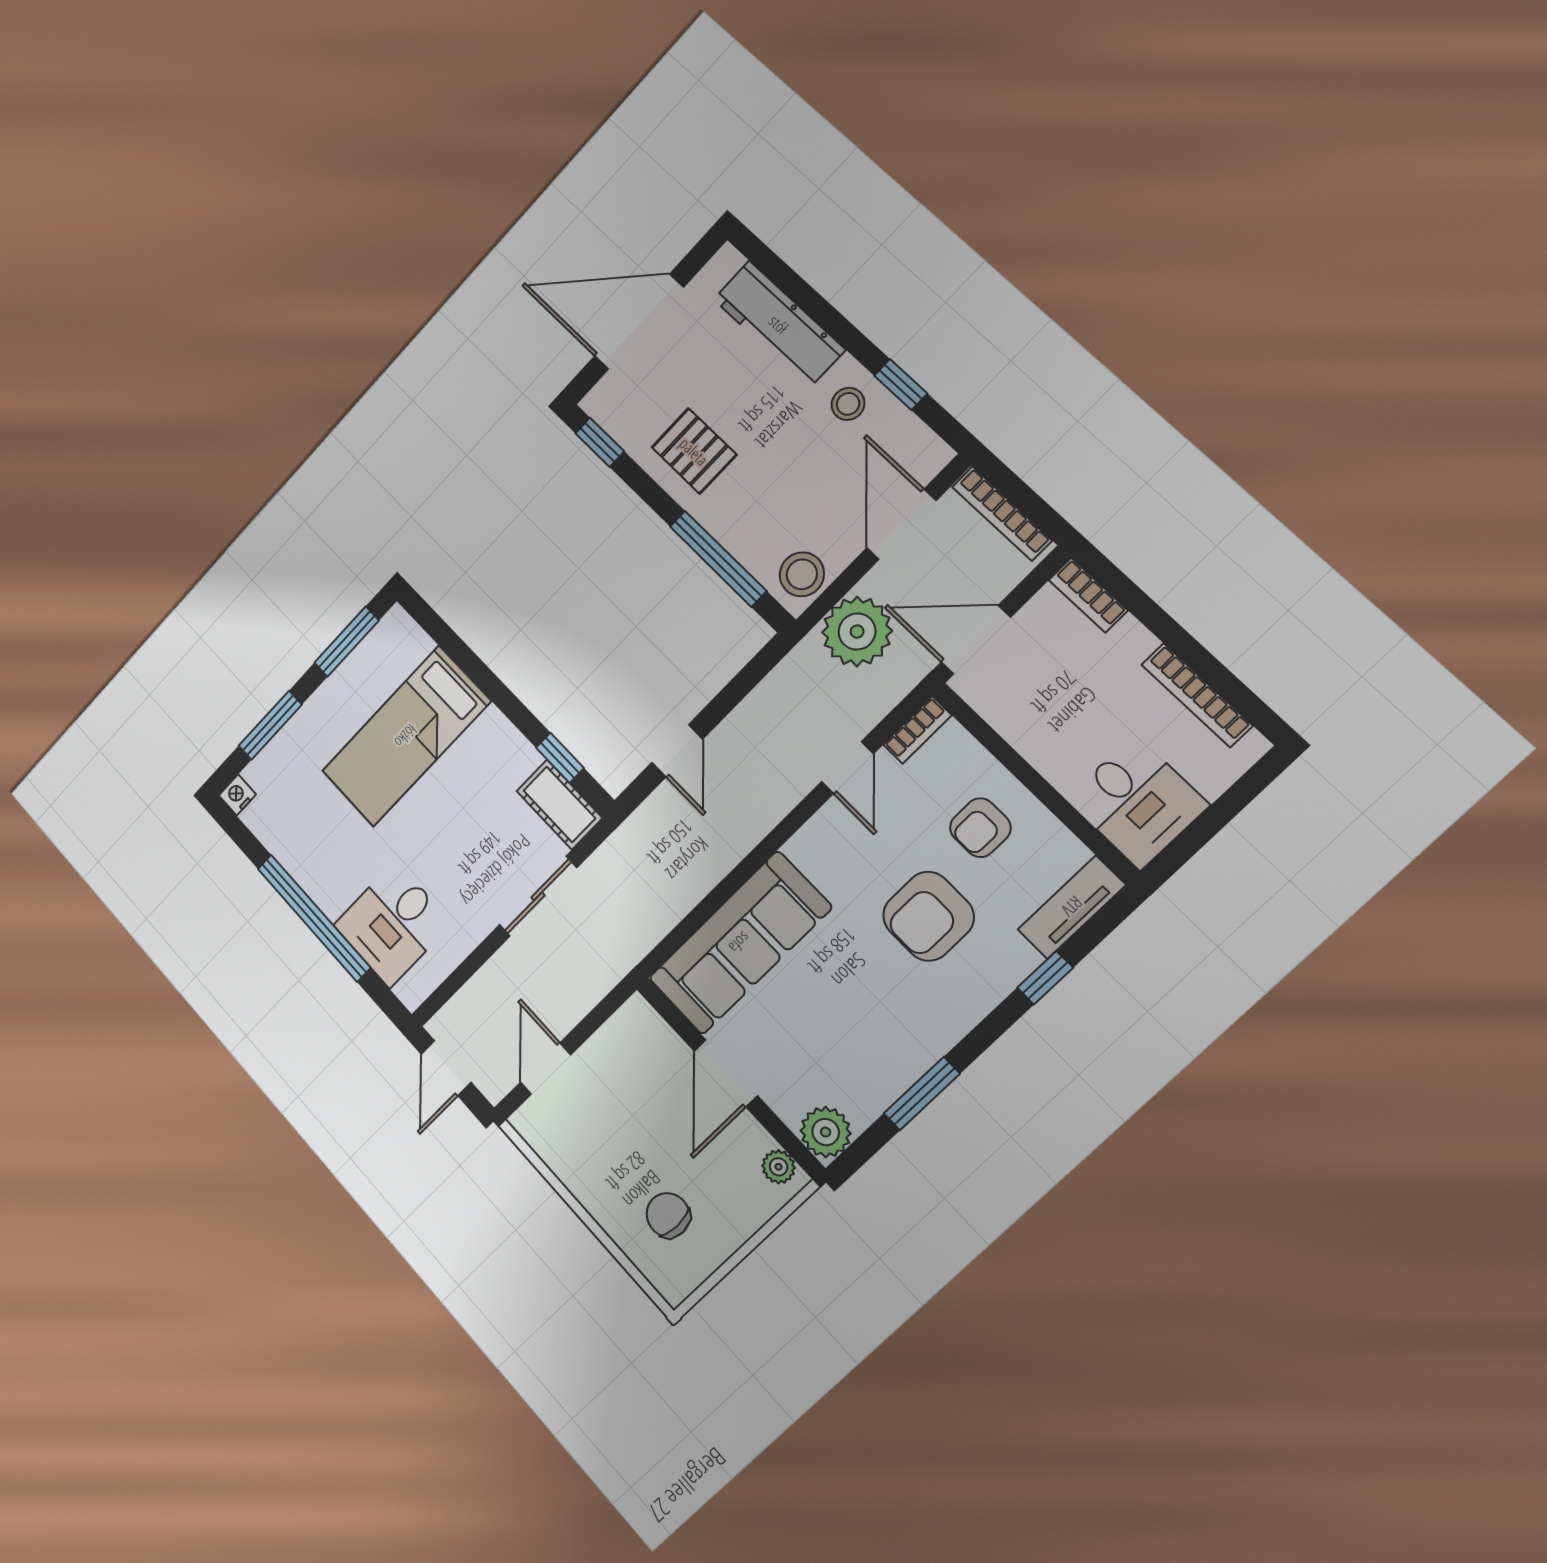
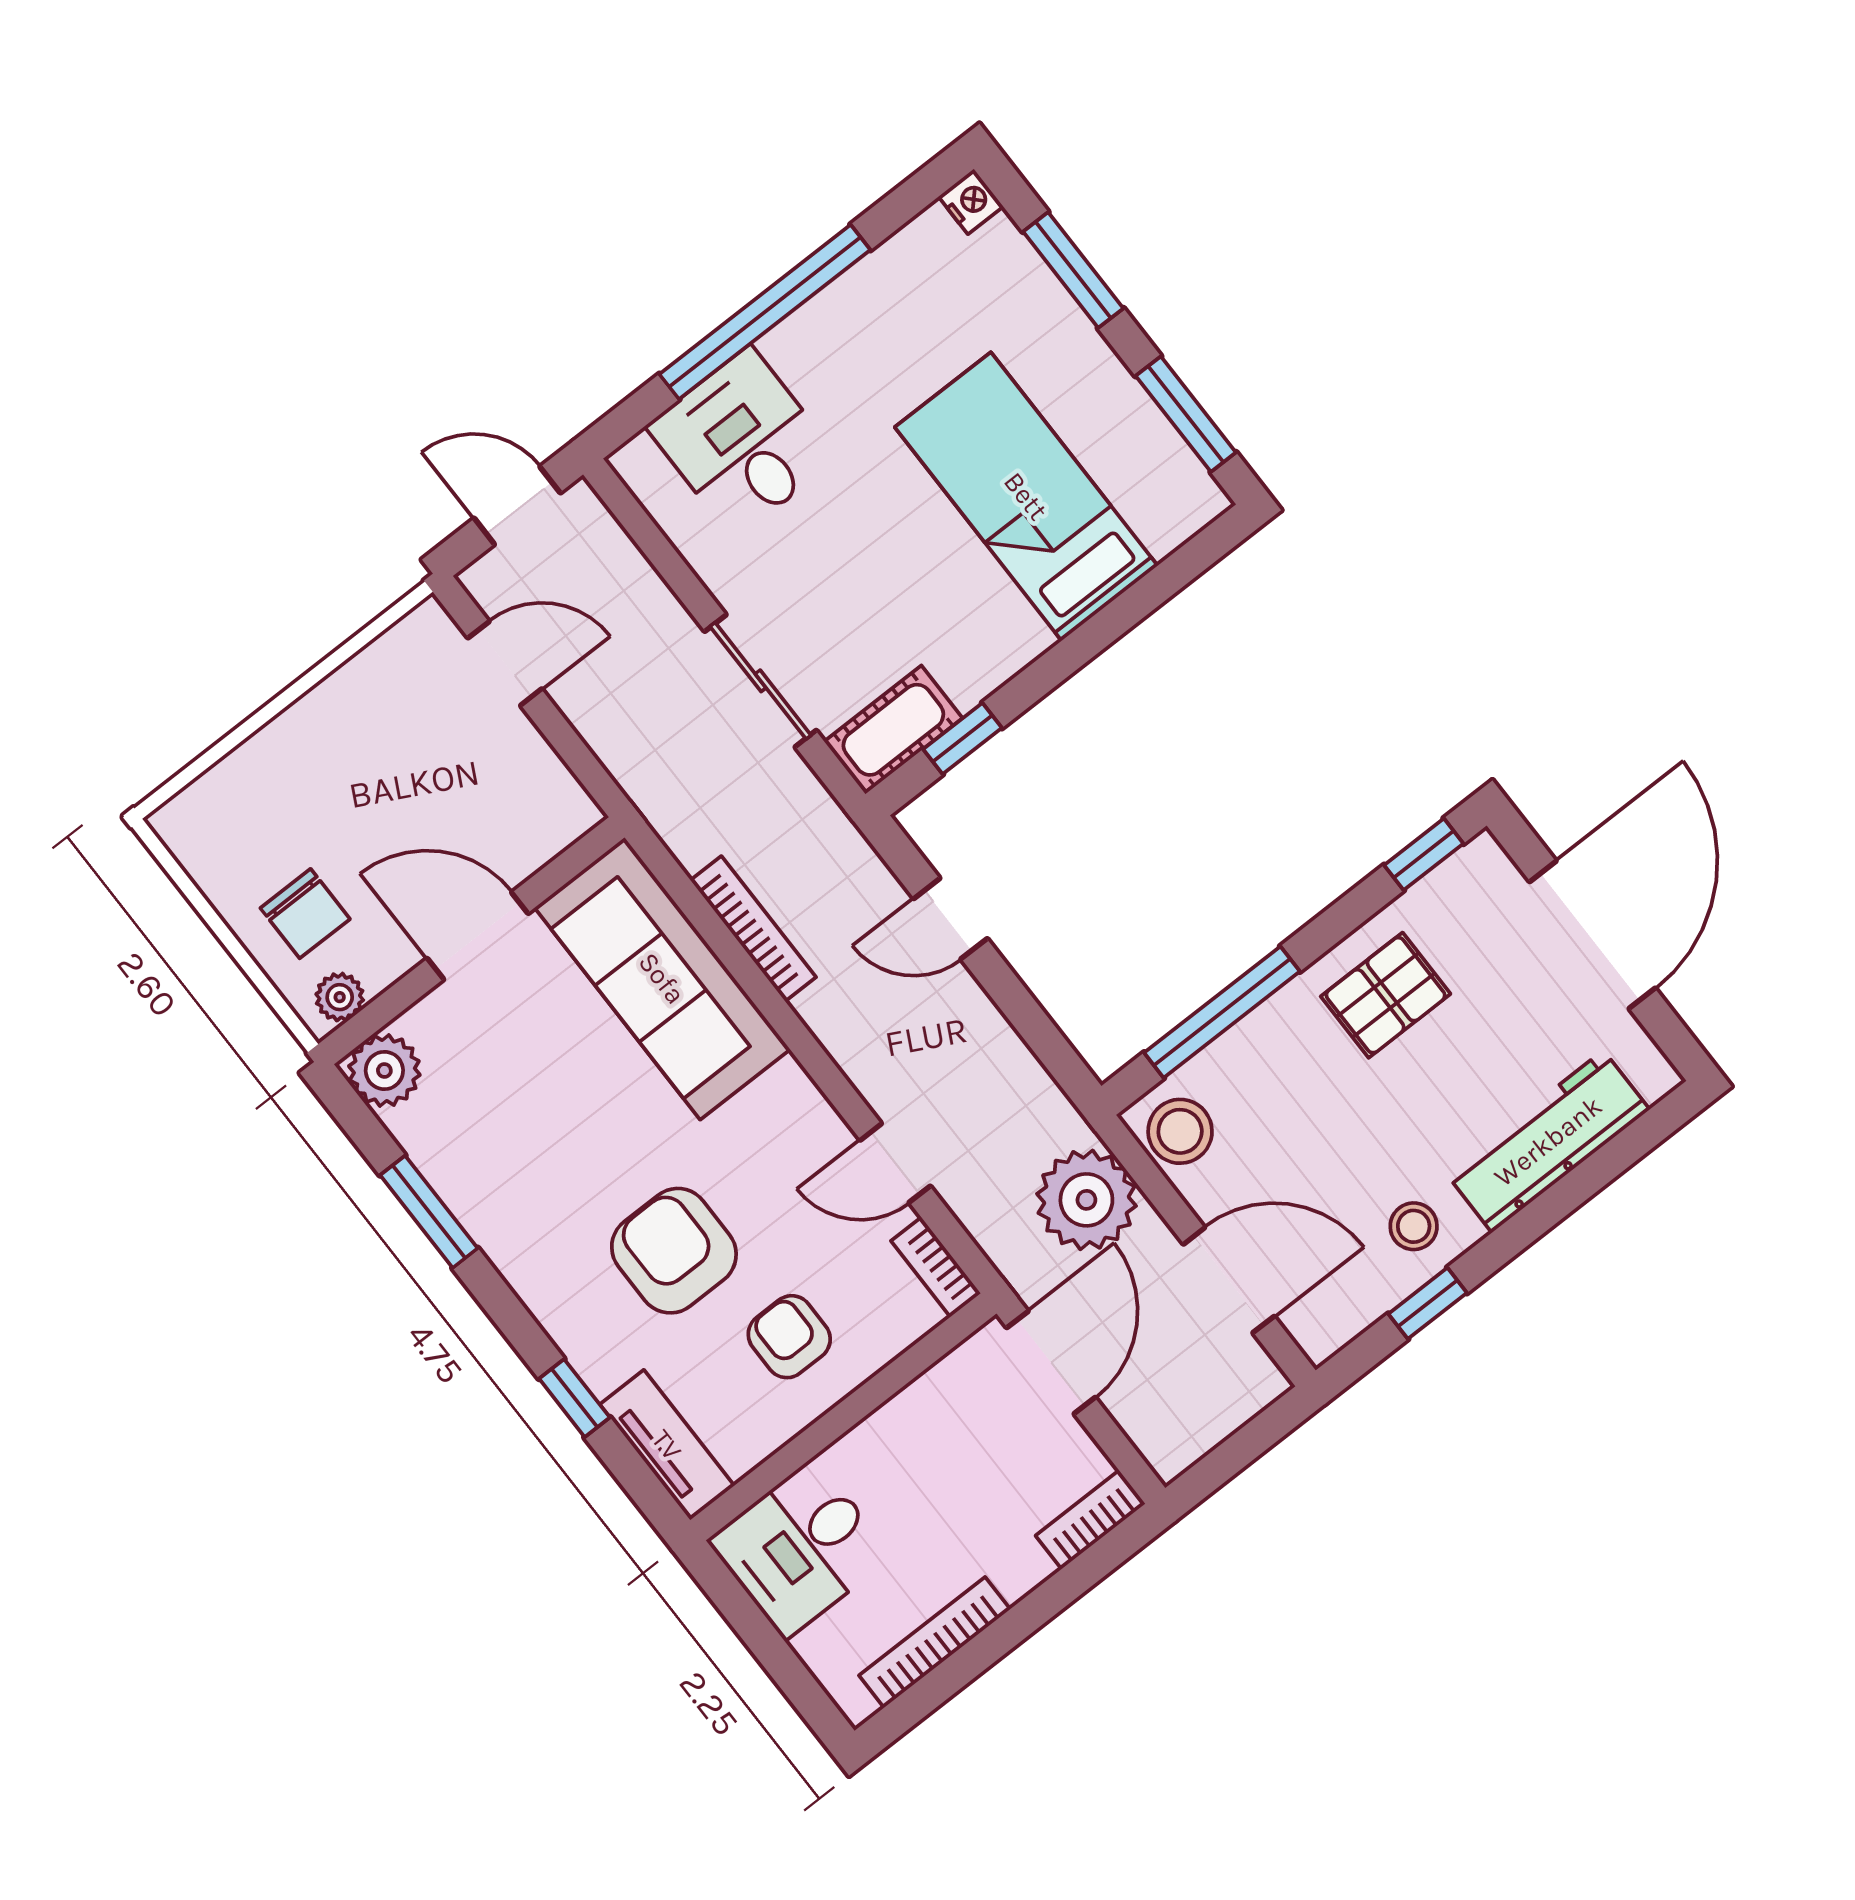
bookcase: (1002, 514) -> (753, 929), moved, turned 90
chair: (668, 1215) -> (305, 914), moved, turned 90

